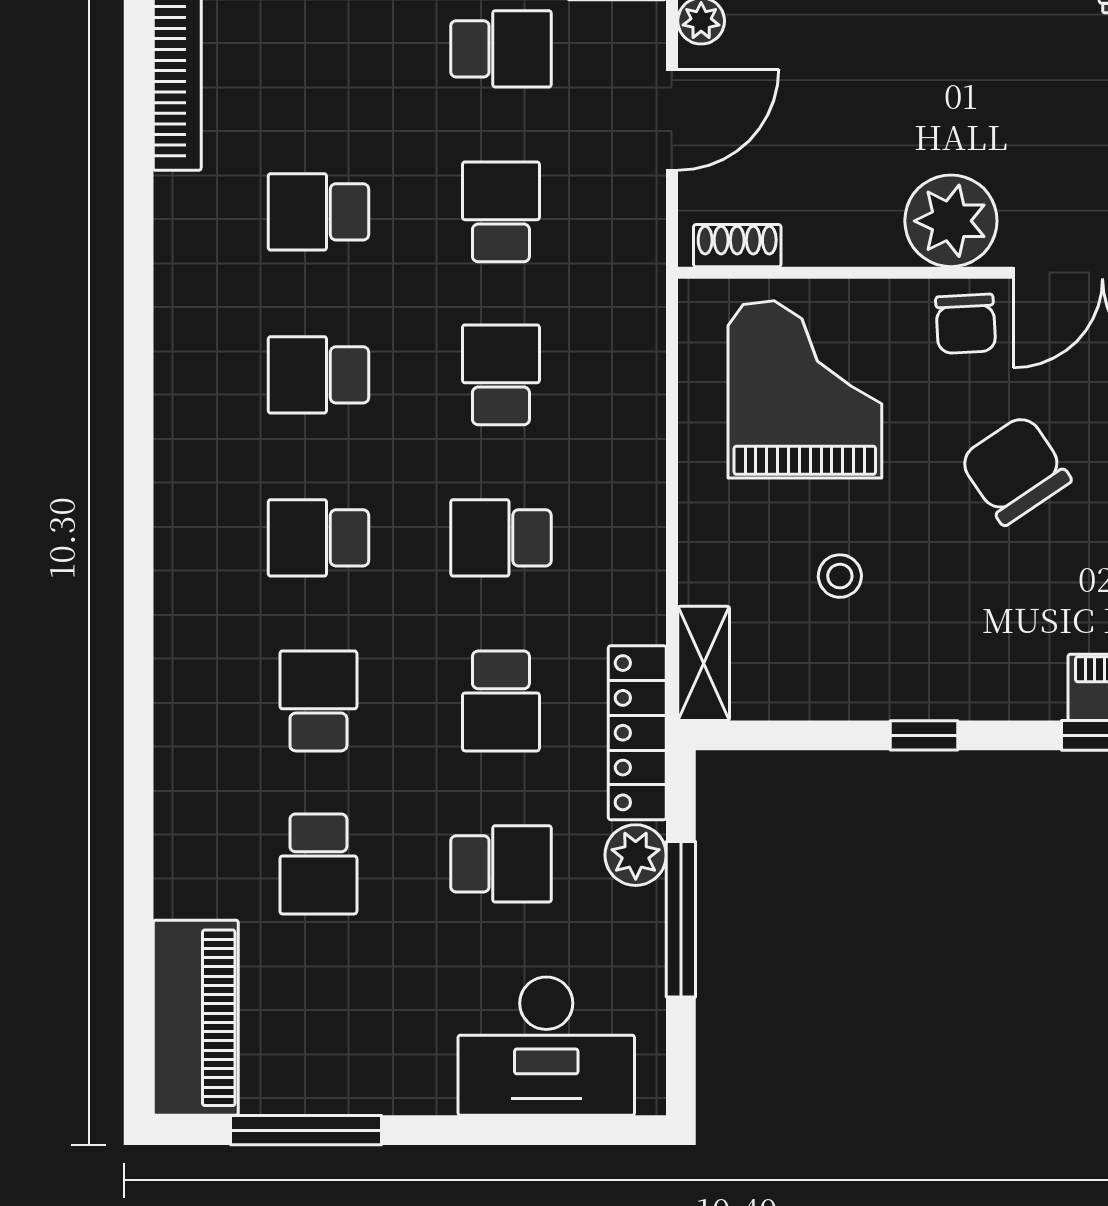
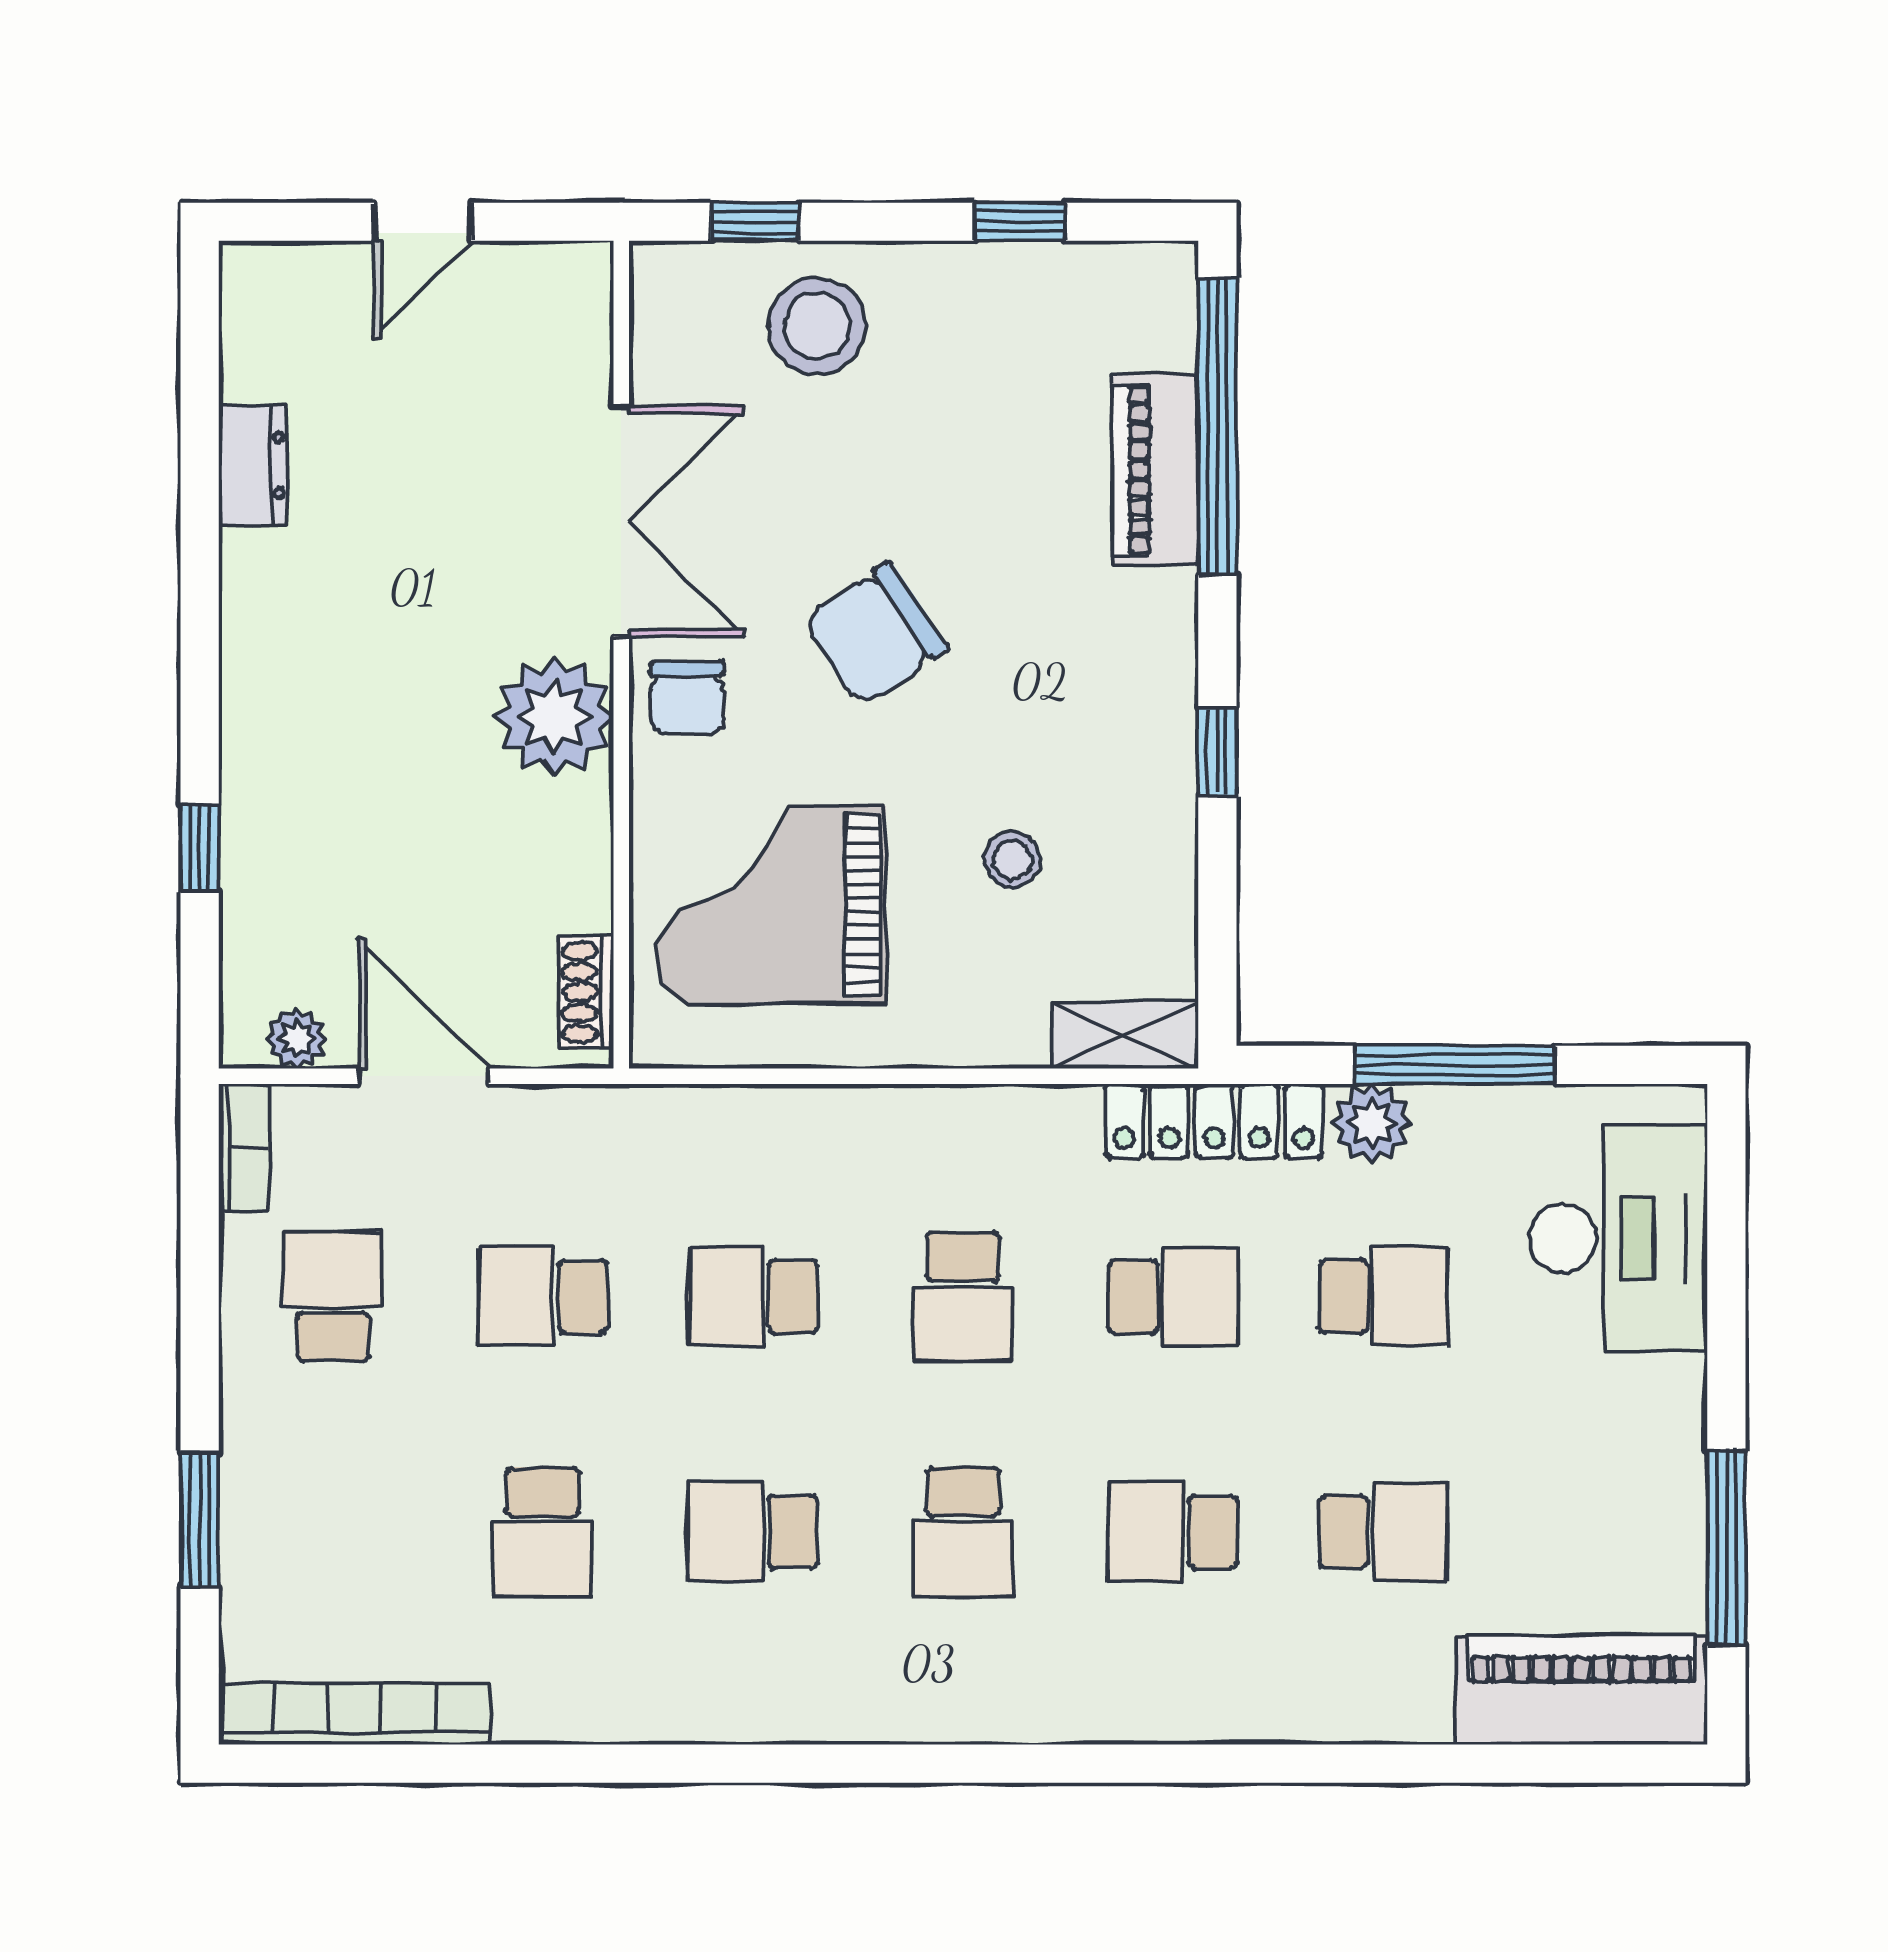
chair: (966, 324) -> (687, 698), turned 93
school desk: (318, 375) -> (753, 1532), turned 90
school desk: (501, 864) -> (1383, 1297), turned 90

